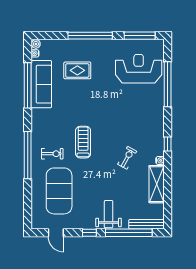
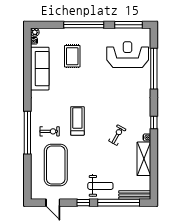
rug: (77, 70) -> (72, 56), turned 90
window: (28, 85) -> (27, 70), removed
weight bench: (109, 214) -> (100, 186), turned 90

